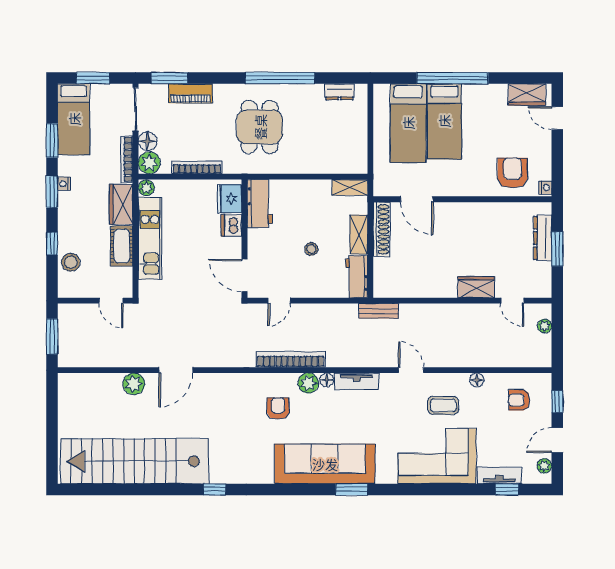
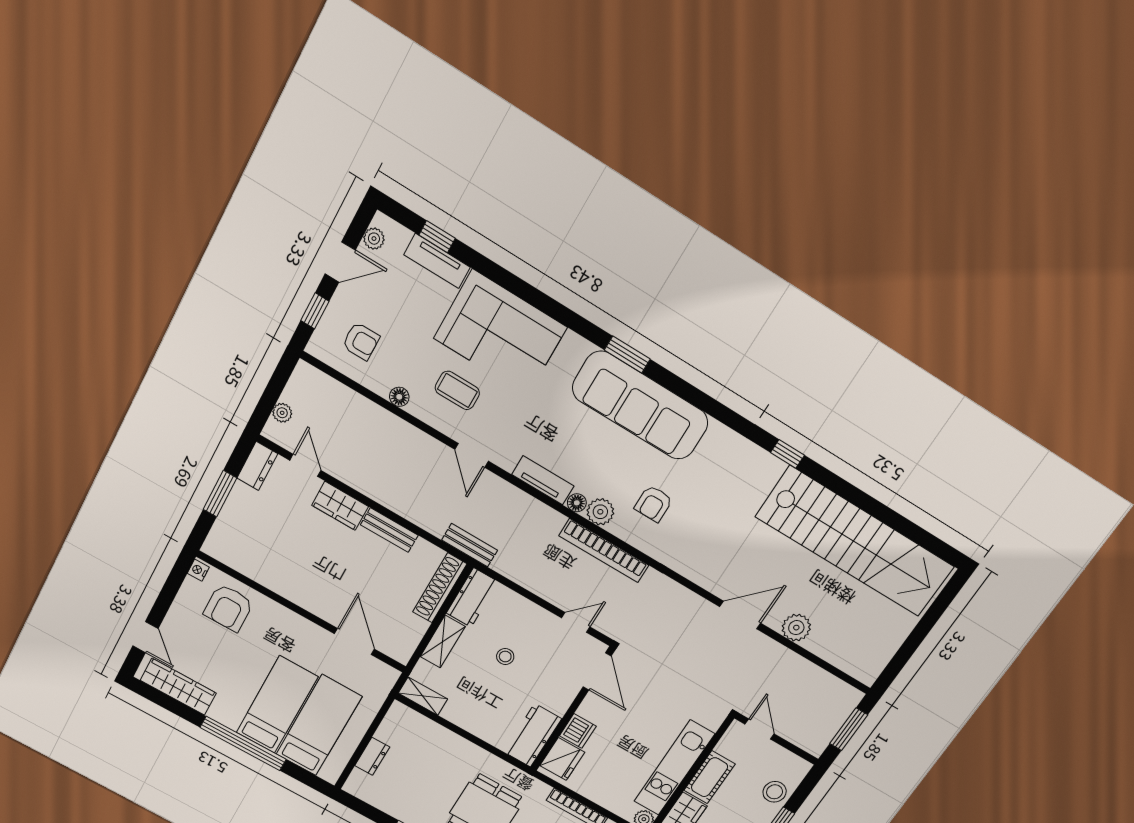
dresser: (339, 92) -> (372, 756), moved, turned 90
wardrobe: (527, 94) -> (178, 687), width x1.50
shoe rack: (382, 229) -> (440, 588), moved
dresser: (543, 238) -> (257, 466), moved, width x0.70
bench: (436, 290) -> (389, 530), added

